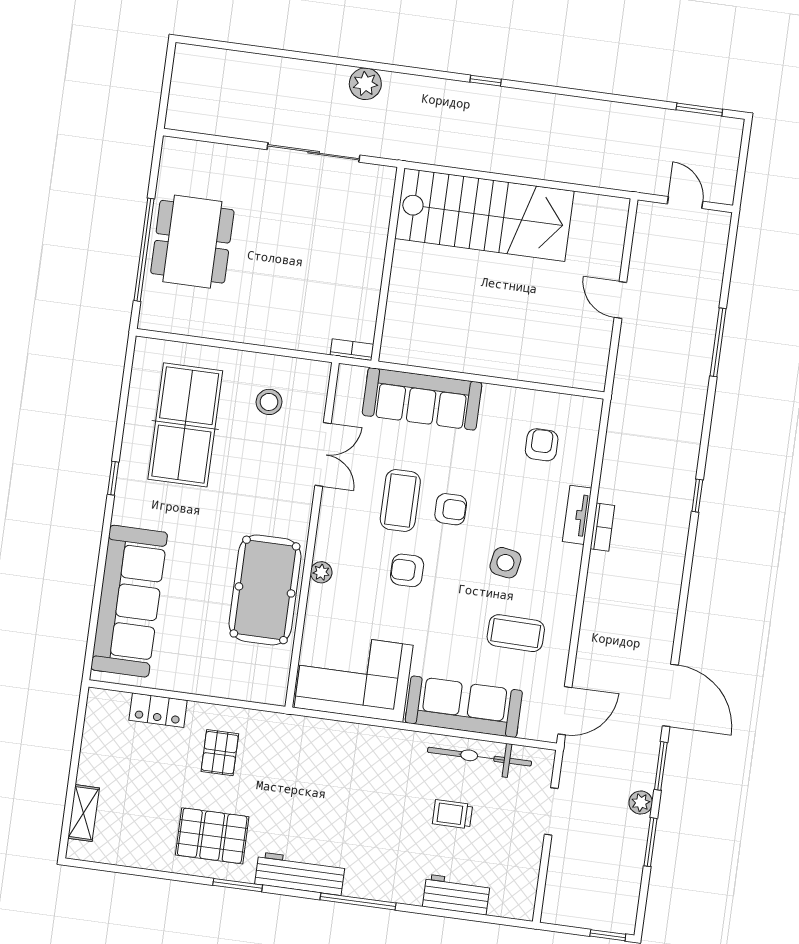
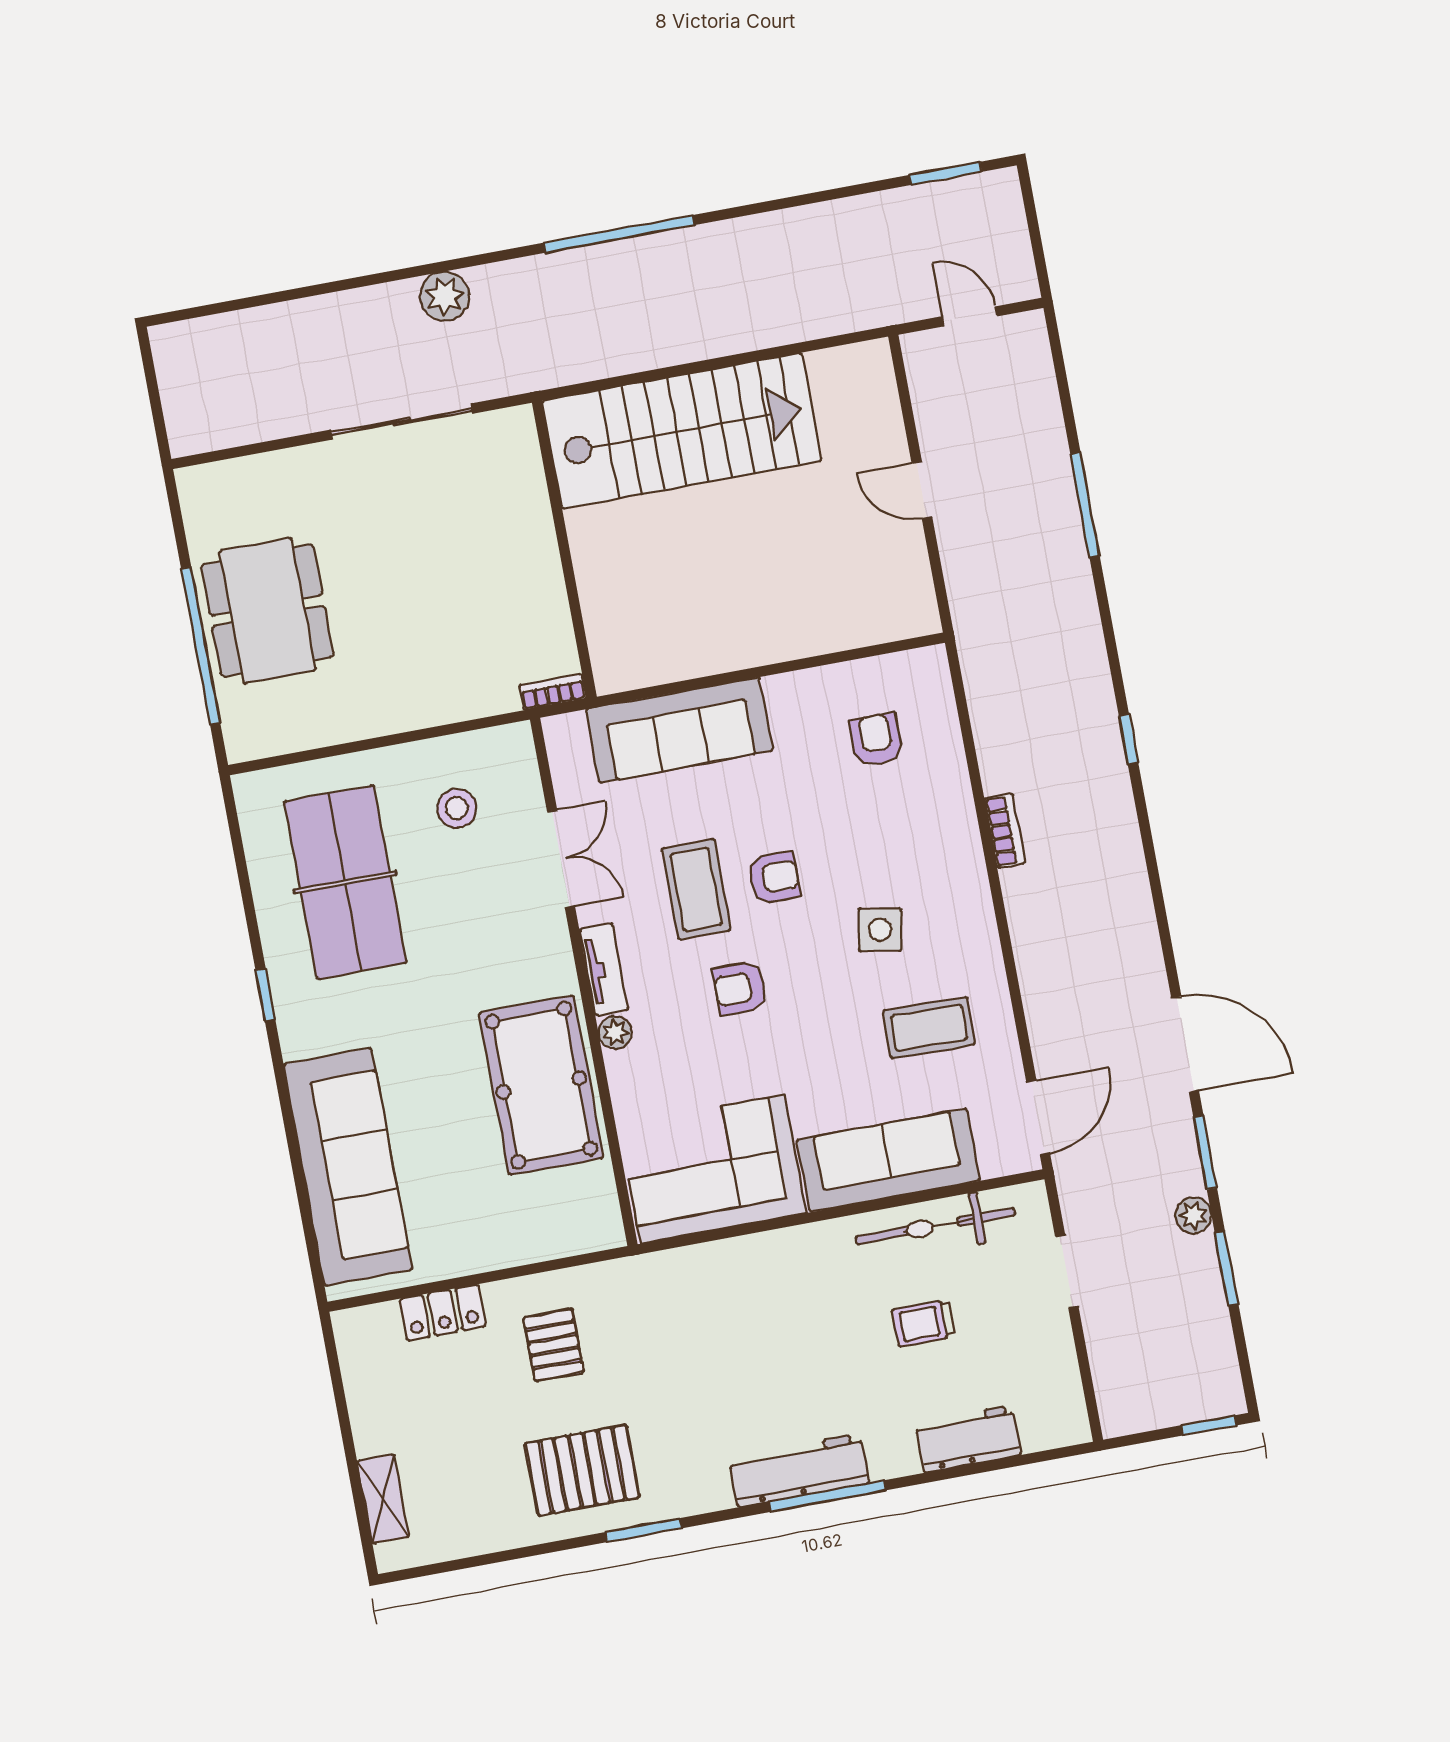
window: (486, 81) -> (619, 234), width x3.17
tv unit: (577, 515) -> (604, 969), moved, turned 180
workbench: (300, 874) -> (799, 1471), moved

